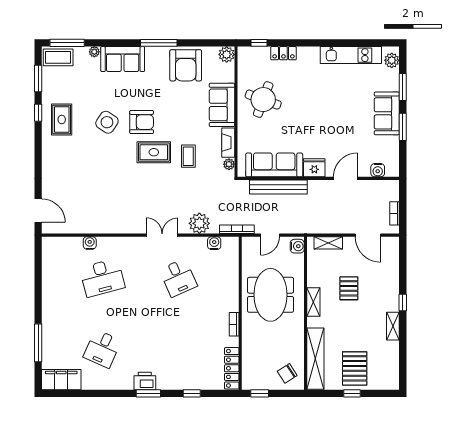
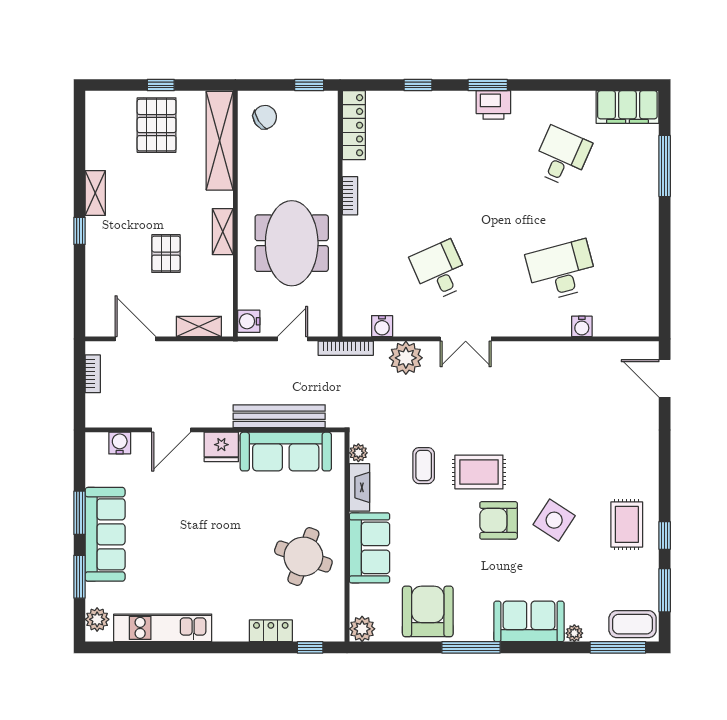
sofa: (387, 113) -> (105, 534), width x1.36

